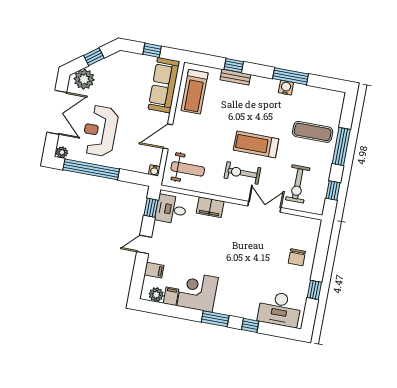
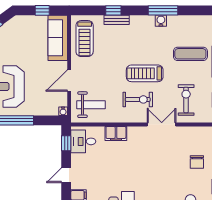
exercise bike: (242, 173) -> (138, 99), turned 180
exercise bike: (298, 184) -> (186, 100), turned 180

